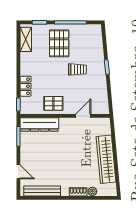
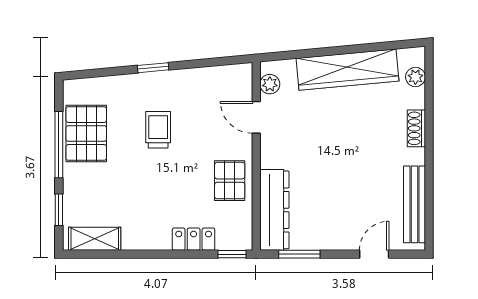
pallet: (59, 43) -> (86, 134), moved, turned 90
plant: (99, 122) -> (270, 84), added
plant: (92, 191) -> (415, 77), moved

